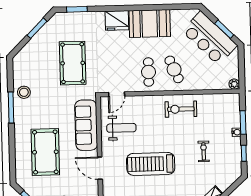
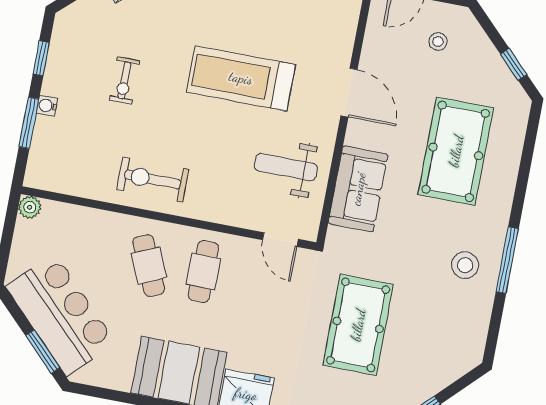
window: (224, 29) -> (43, 352), moved
stool: (24, 92) -> (465, 265), moved
door: (117, 94) -> (280, 240), swing flipped
exercise bike: (181, 109) -> (153, 179), turned 180
sofa: (86, 125) -> (358, 189), width x0.73
treadmill: (151, 164) -> (241, 78), turned 180

